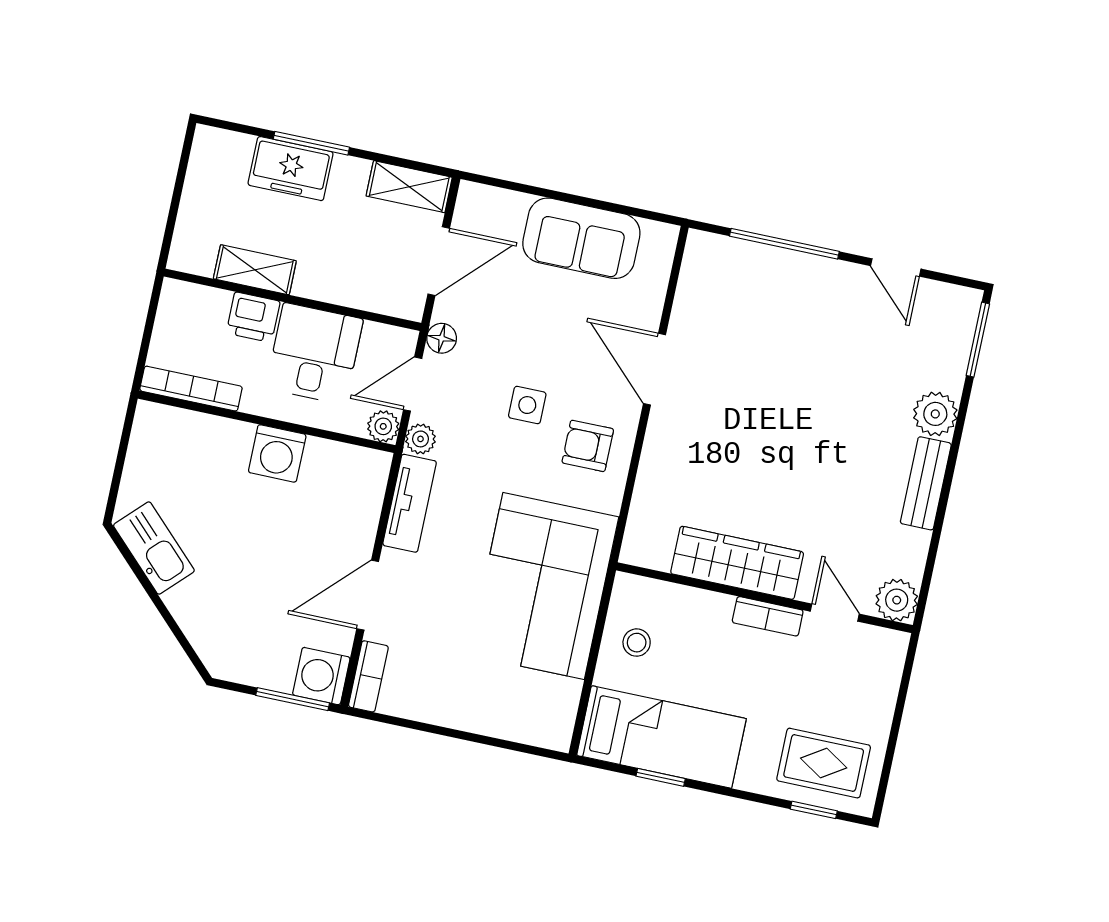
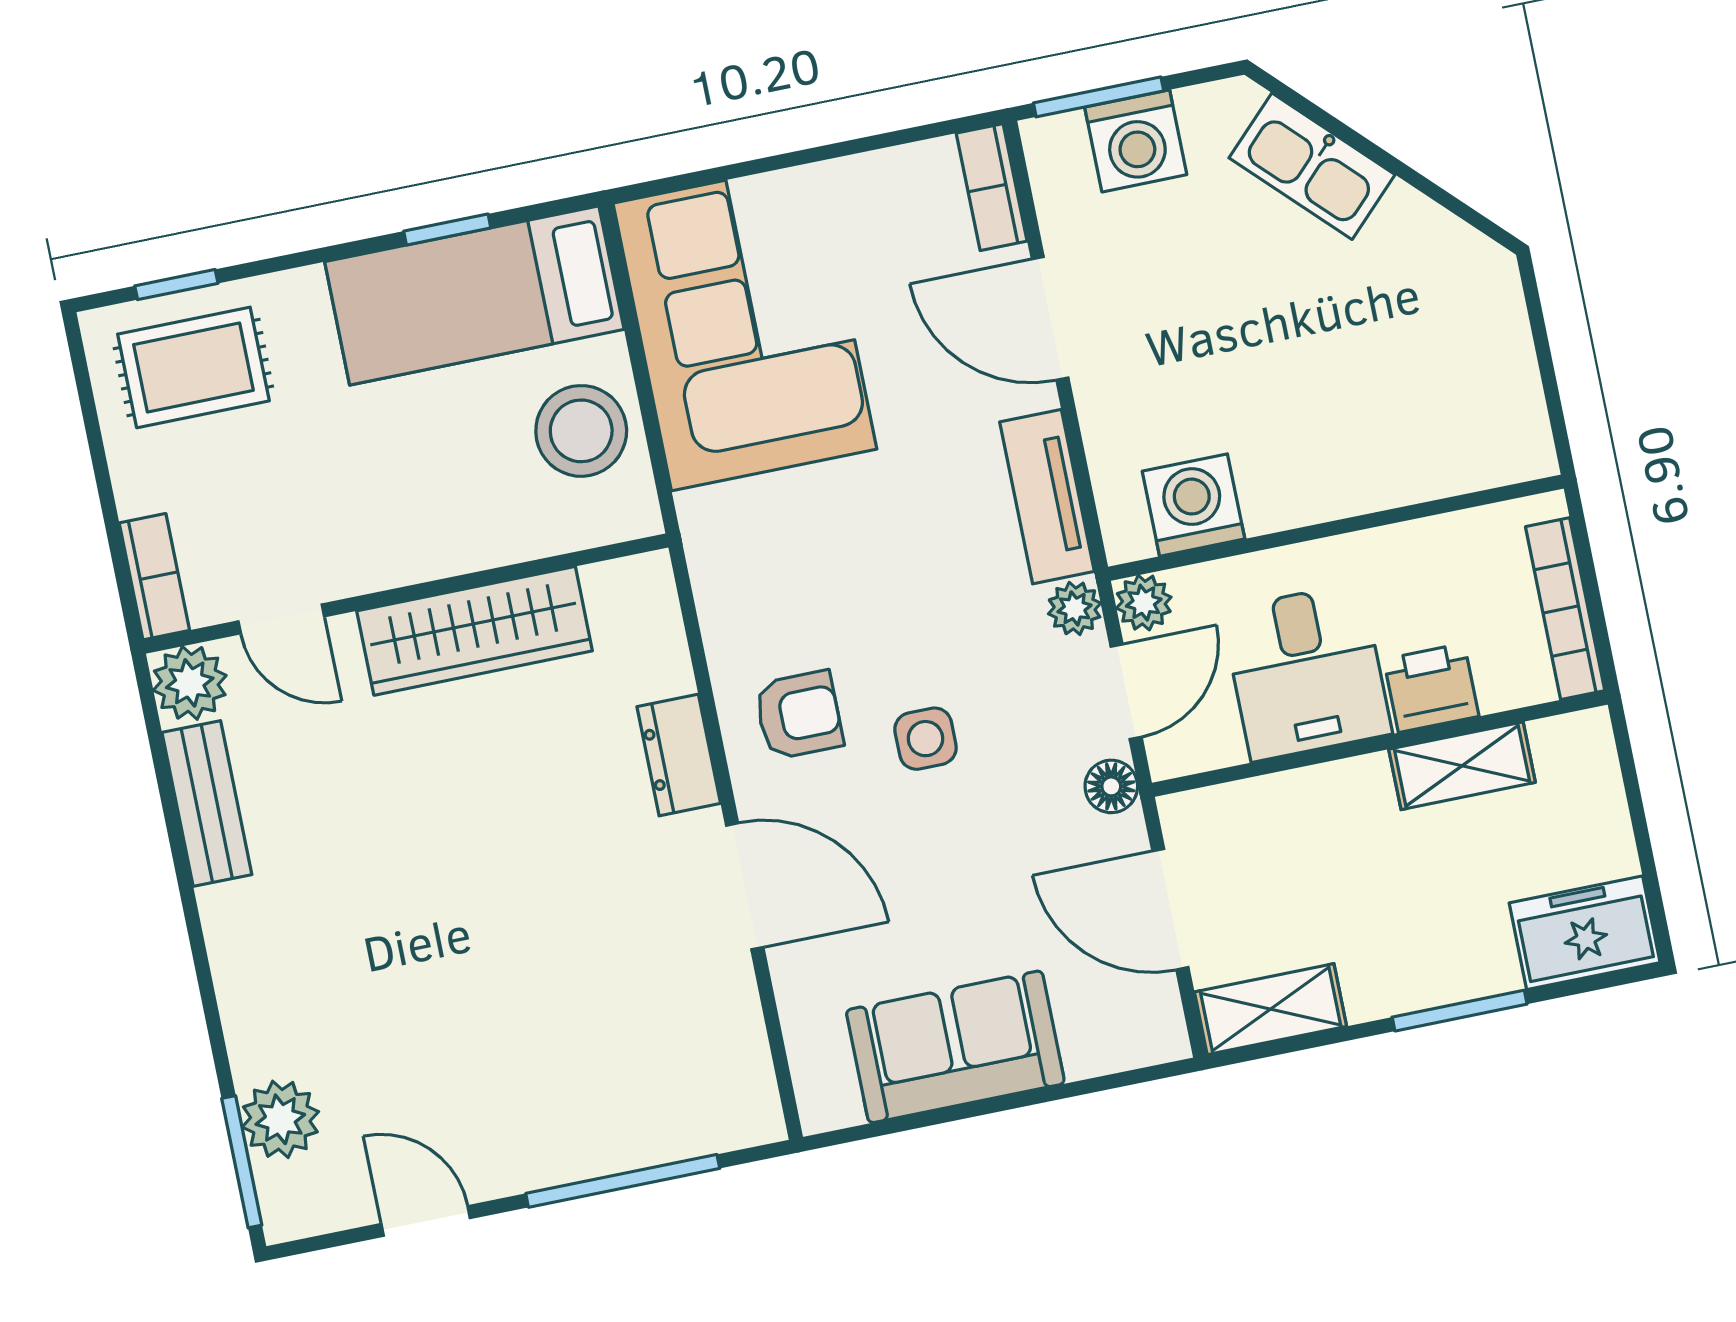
freezer: (291, 169) -> (1585, 933), moved
door: (439, 261) -> (1170, 909), hinge flipped
bookcase: (191, 389) -> (1565, 609), moved, turned 90
plant: (935, 414) -> (280, 1119), moved
dresser: (659, 452) -> (679, 755), added
washing machine: (277, 453) -> (1193, 505), moved
bench: (926, 483) -> (207, 803), moved
kitchen sink: (154, 548) -> (1312, 166), moved
corner sofa: (544, 586) -> (745, 326), moved
door: (368, 595) -> (1050, 318), swing flipped
bookcase: (768, 616) -> (154, 577), moved, turned 90
stool: (637, 643) -> (581, 431), width x1.89, depth x1.89
washing machine: (321, 676) -> (1136, 141), moved, turned 90

